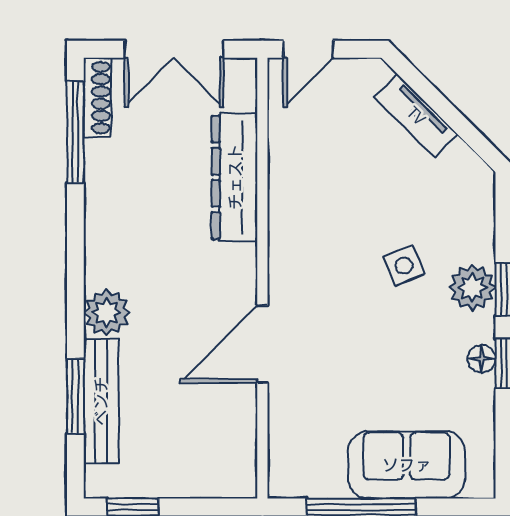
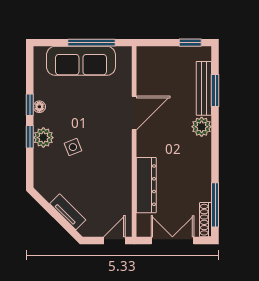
sofa: (407, 465) -> (81, 61), width x1.36

